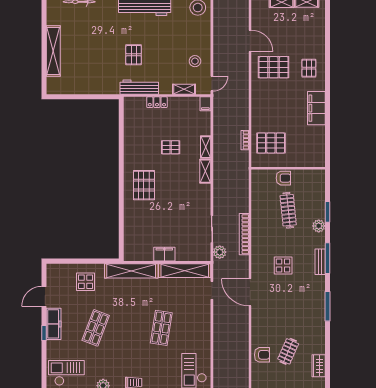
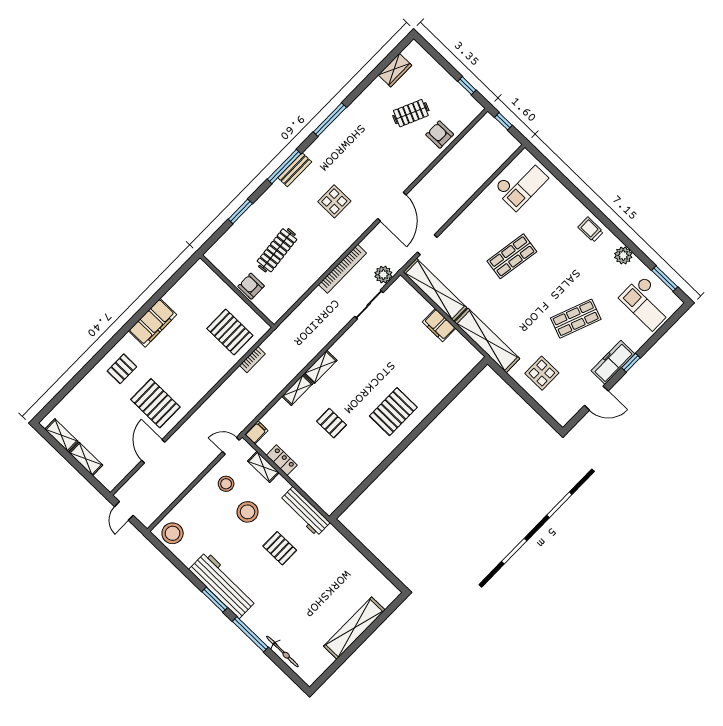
pallet: (134, 55) -> (280, 548), turned 90
stool: (169, 57) -> (248, 512), added
locker: (157, 102) -> (282, 460), moved
plant: (319, 226) -> (262, 206), removed

